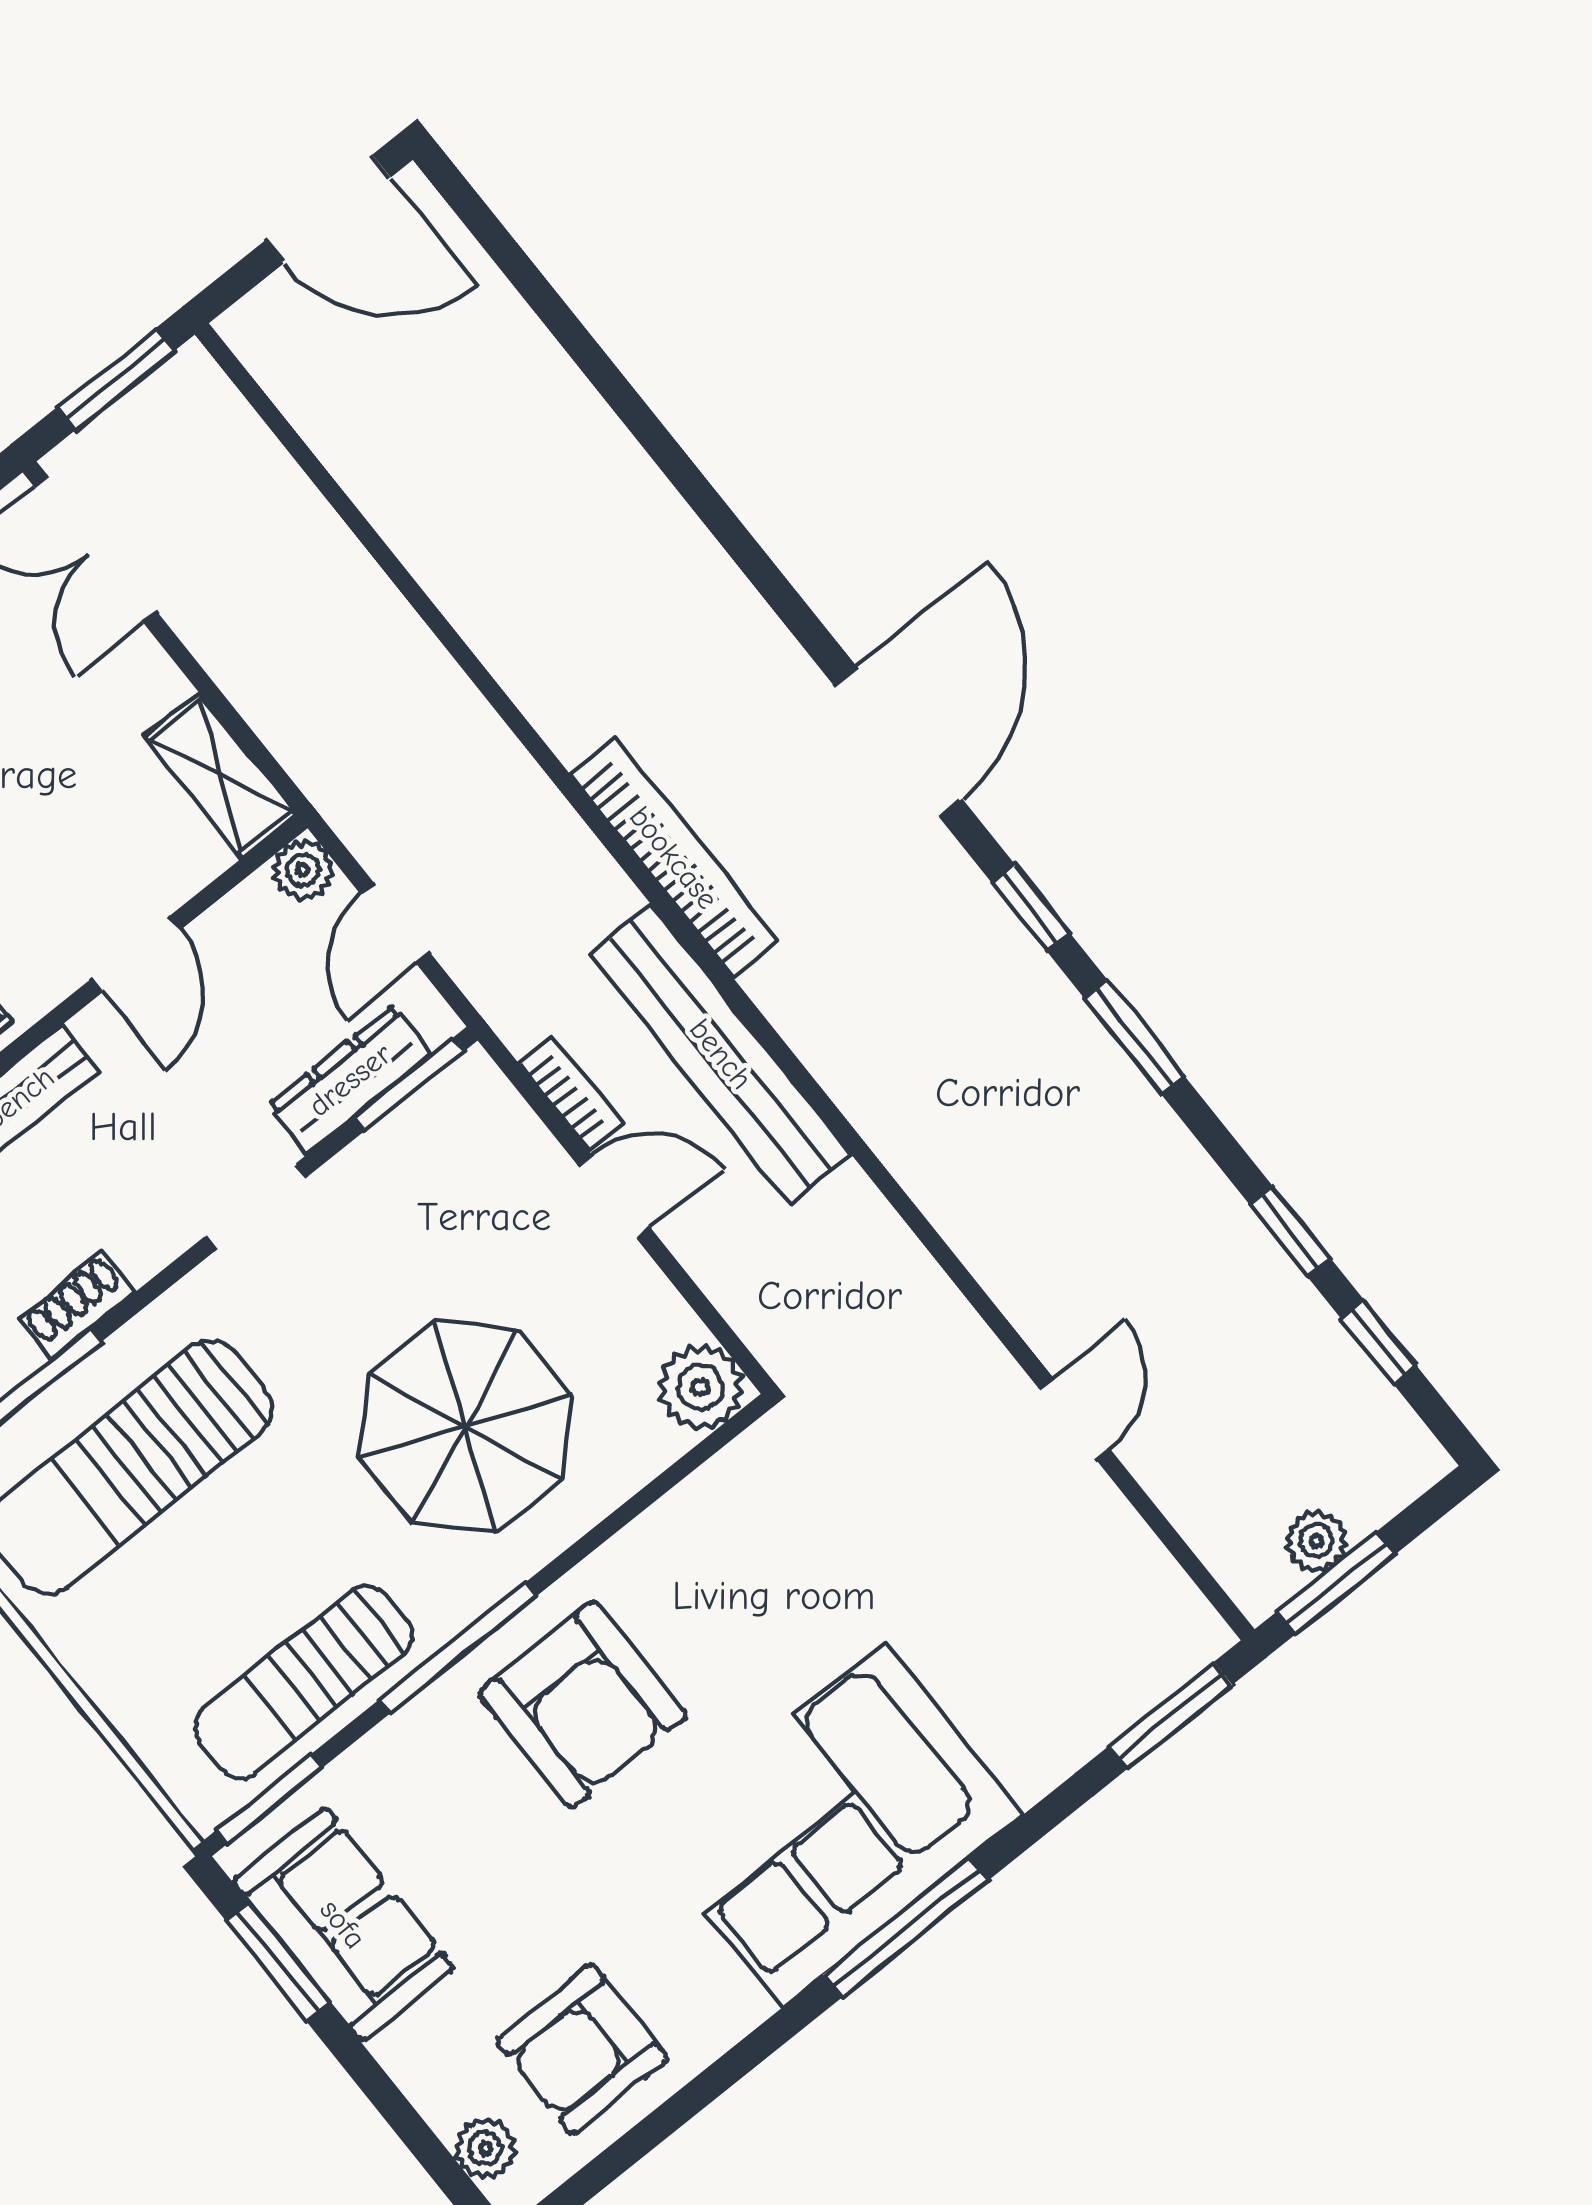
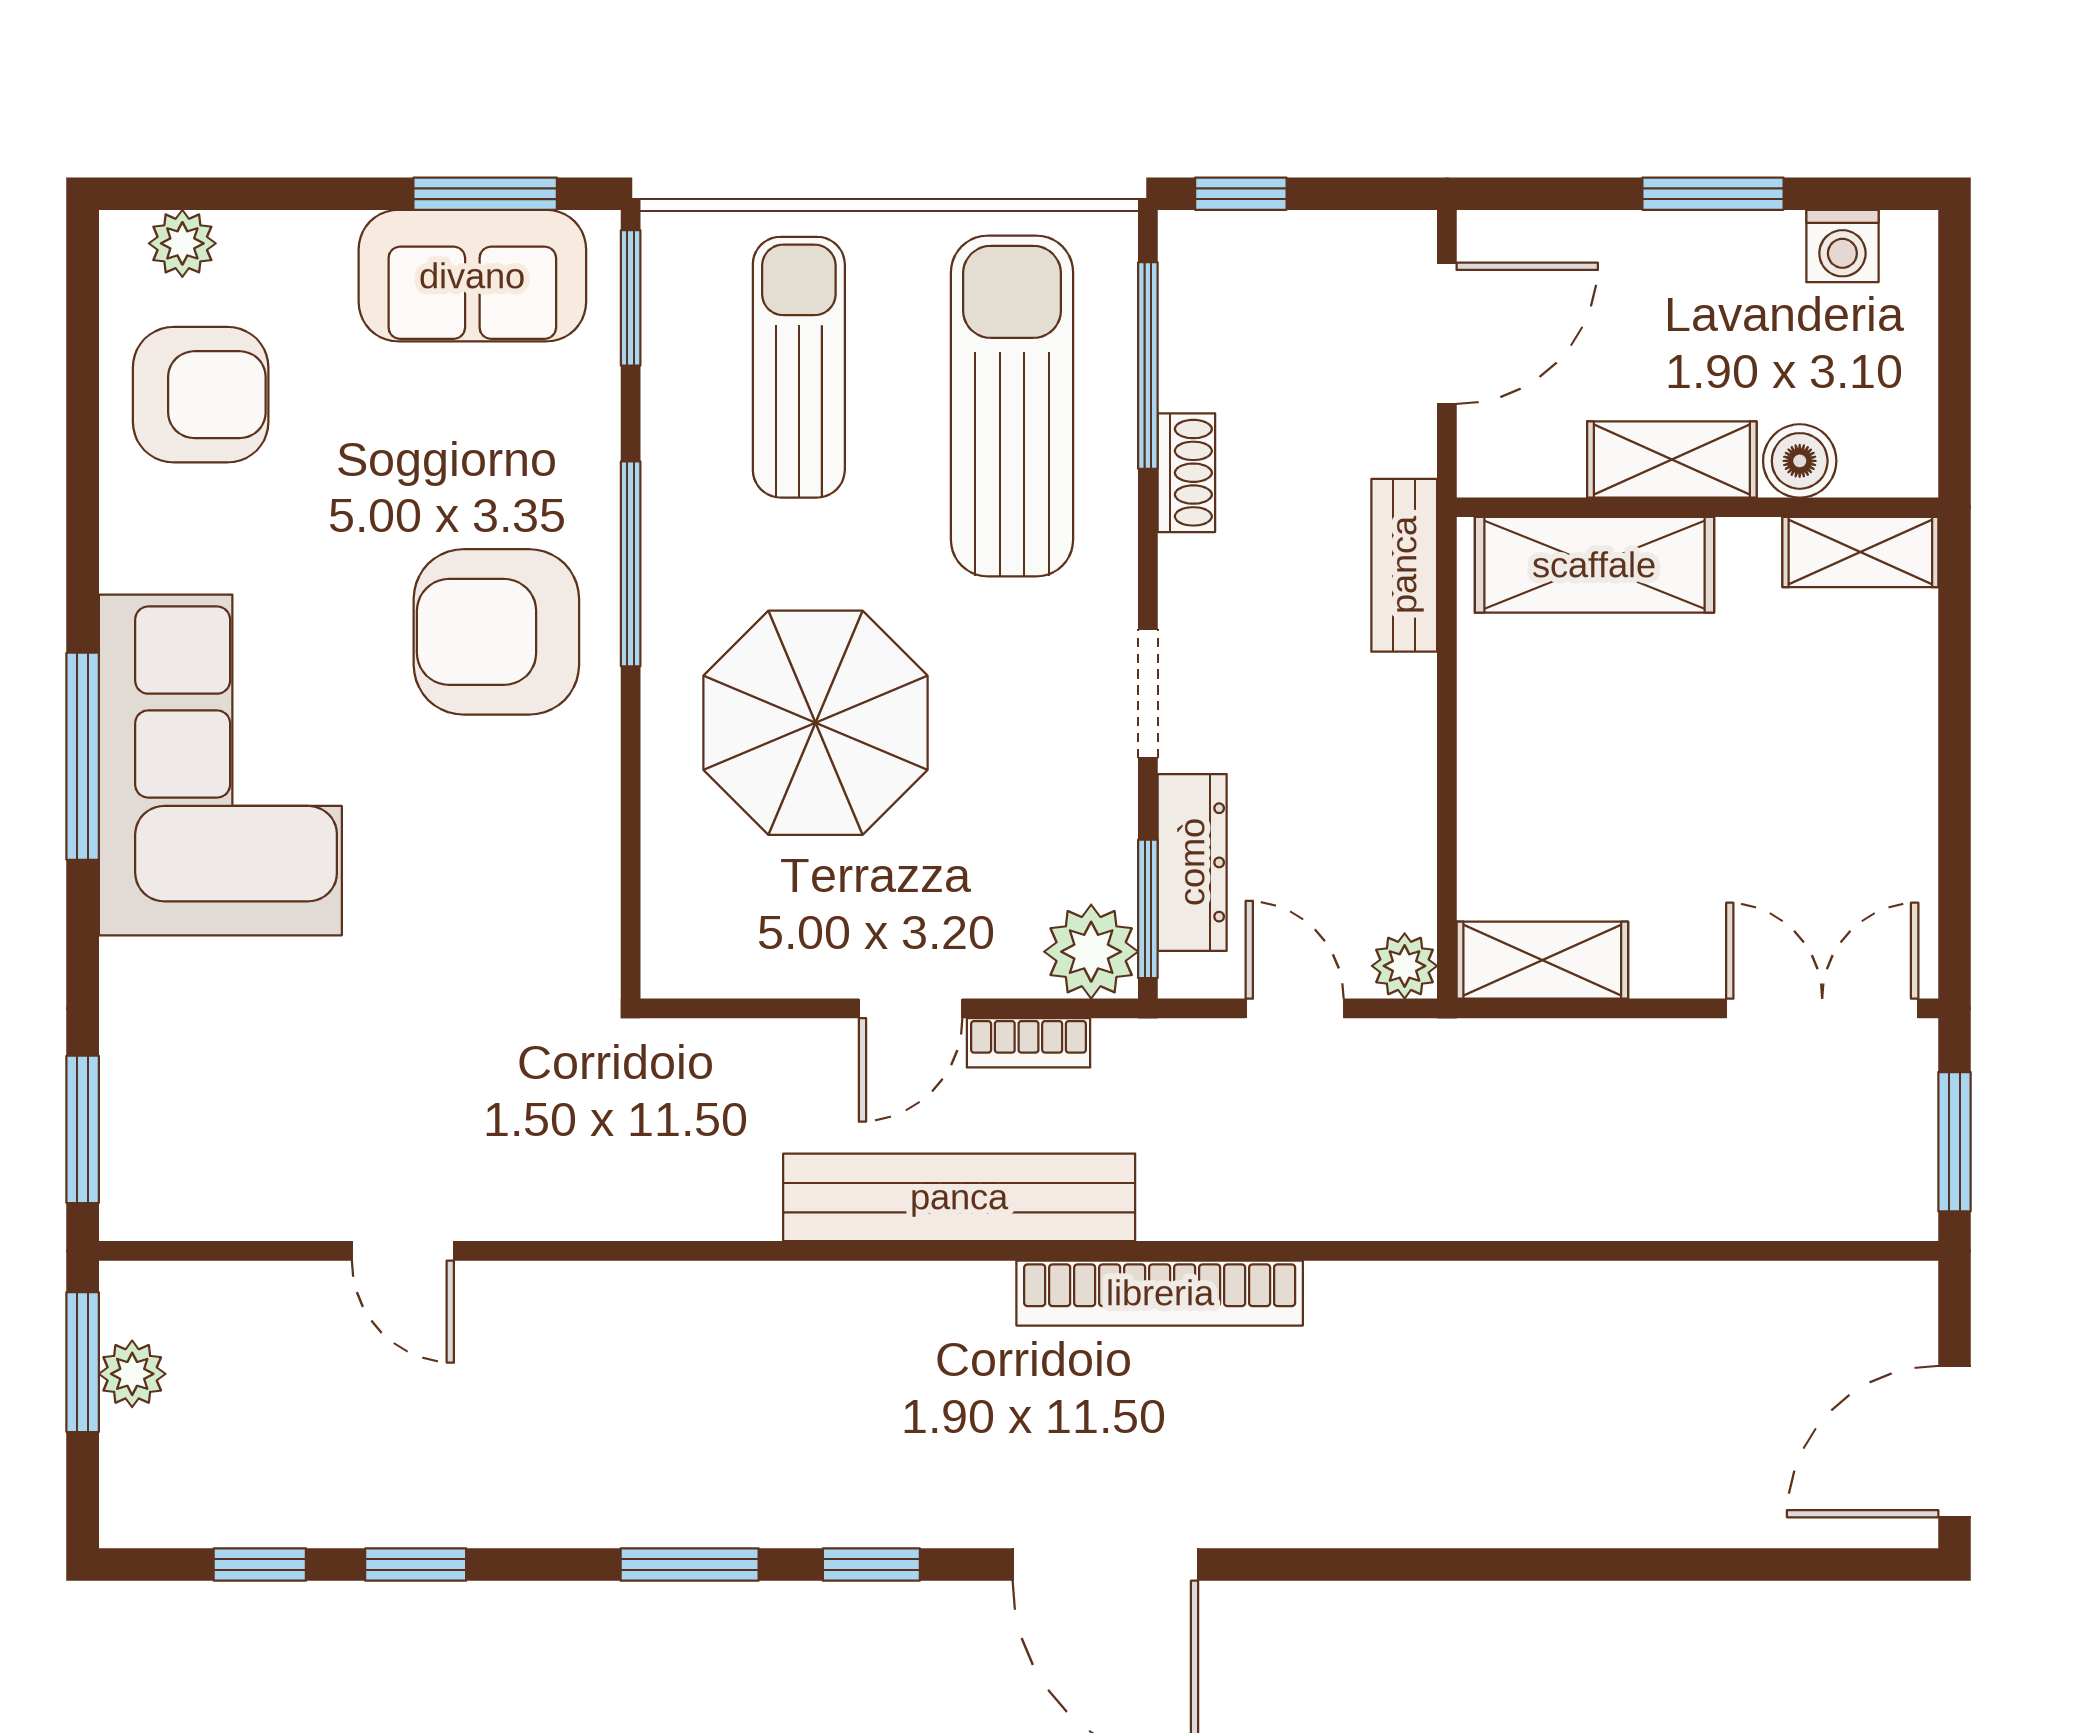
door: (136, 954) -> (1447, 765), removed
plant: (701, 1387) -> (1091, 952), moved
sun lounger: (304, 1682) -> (799, 367), moved
armchair: (582, 2049) -> (201, 395), turned 90

